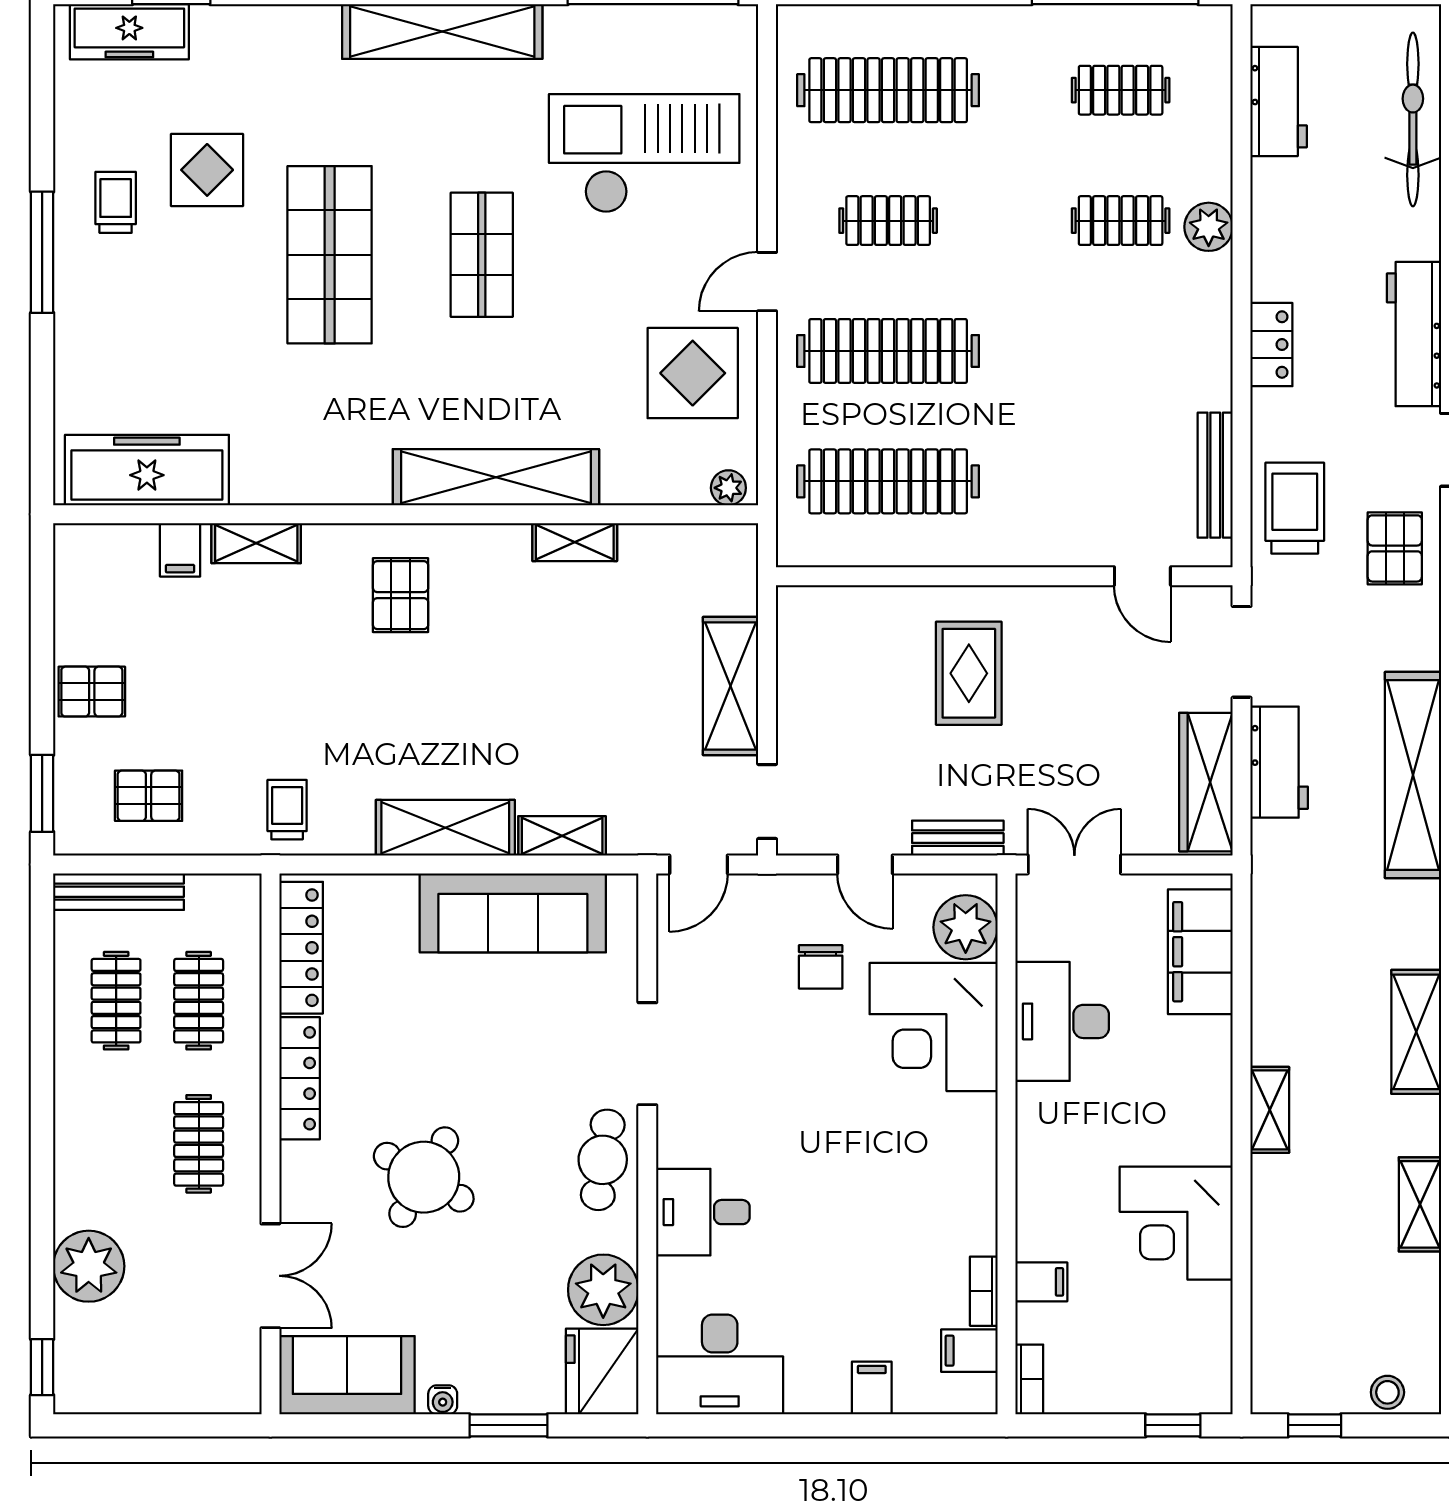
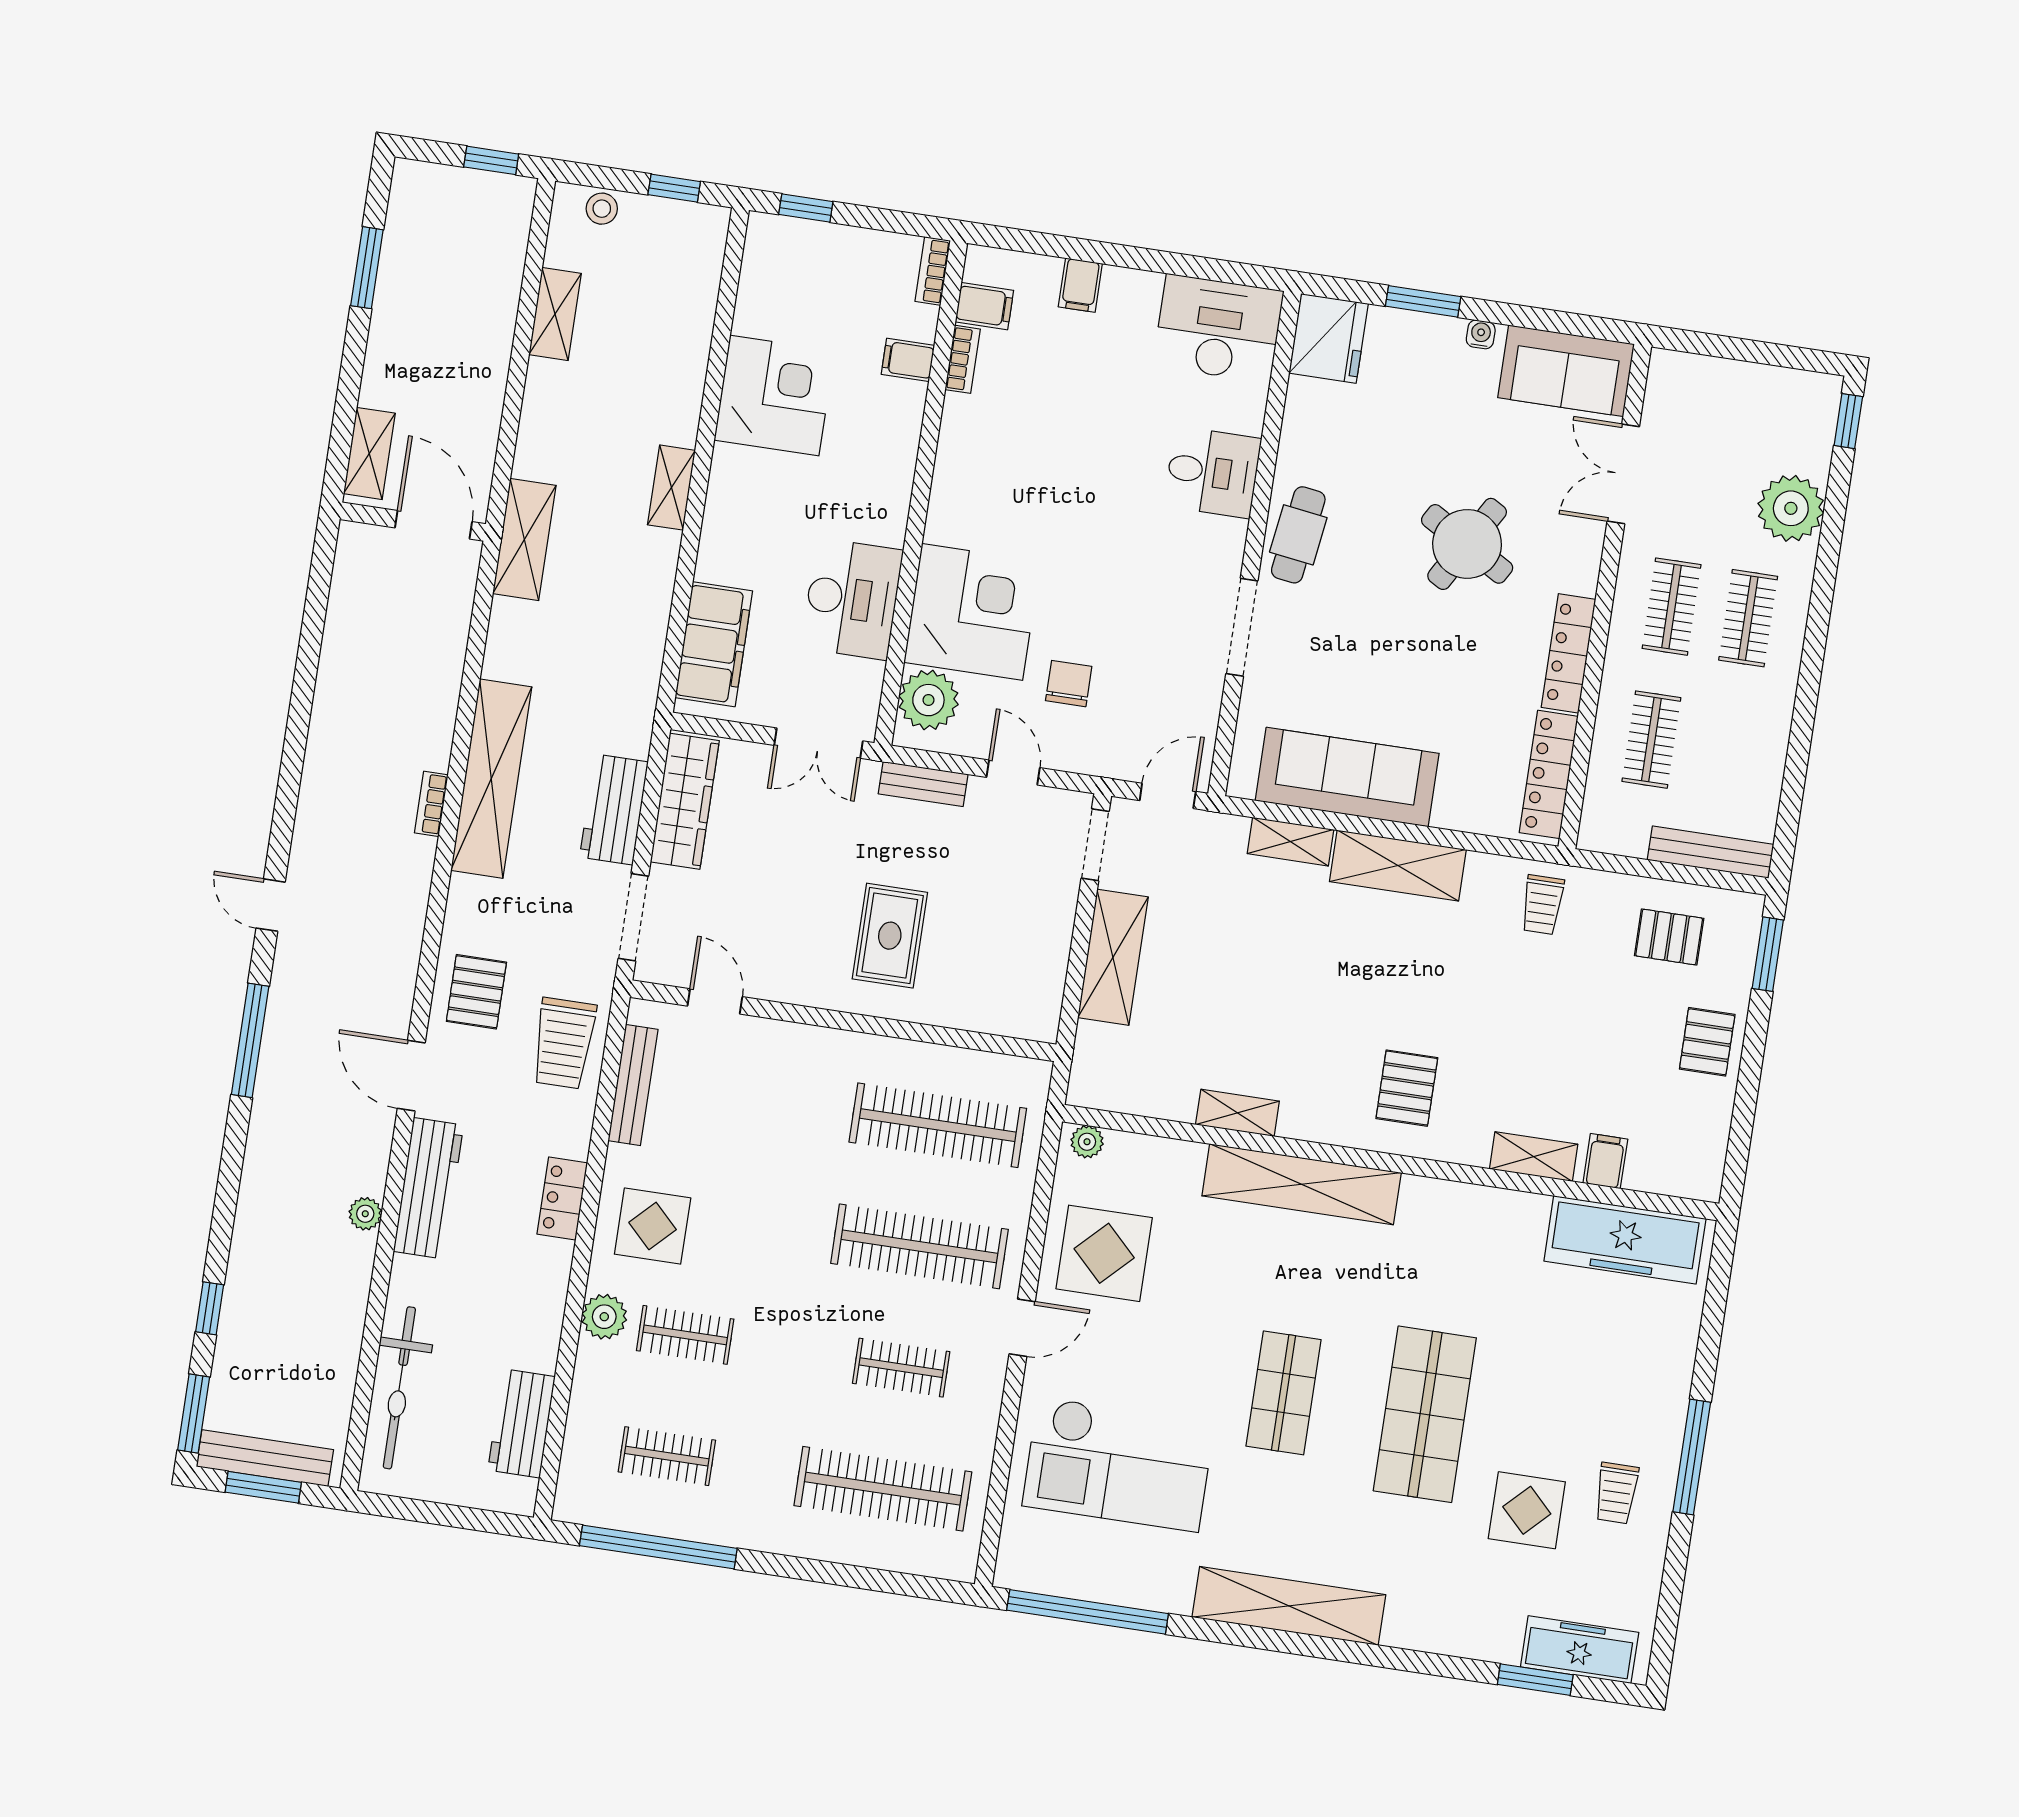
display table: (1172, 330) -> (653, 1226), added
pallet: (92, 692) -> (1707, 1042), turned 90
clothes rail: (116, 1001) -> (1748, 618), moved
shelving: (1420, 1204) -> (555, 314), moved
plant: (603, 1290) -> (1316, 414), removed

